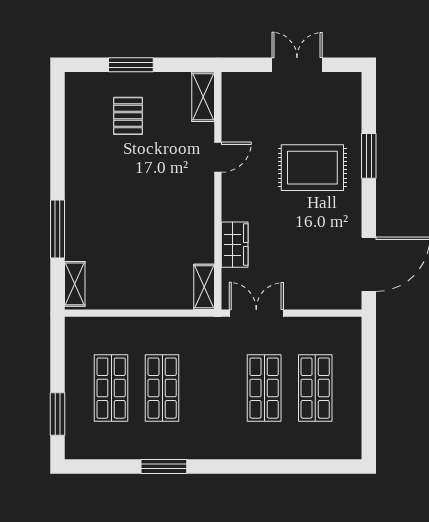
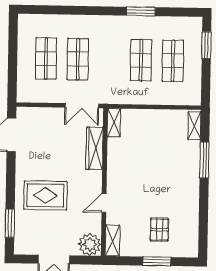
plant: (239, 90) -> (90, 245), added
window: (369, 156) -> (10, 223), moved
wardrobe: (235, 245) -> (95, 148), width x1.50

